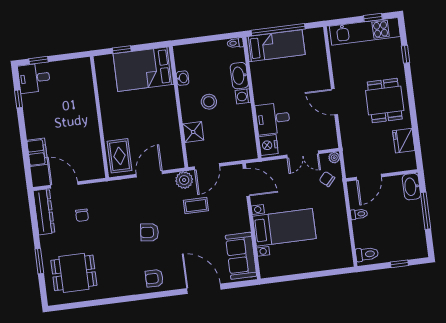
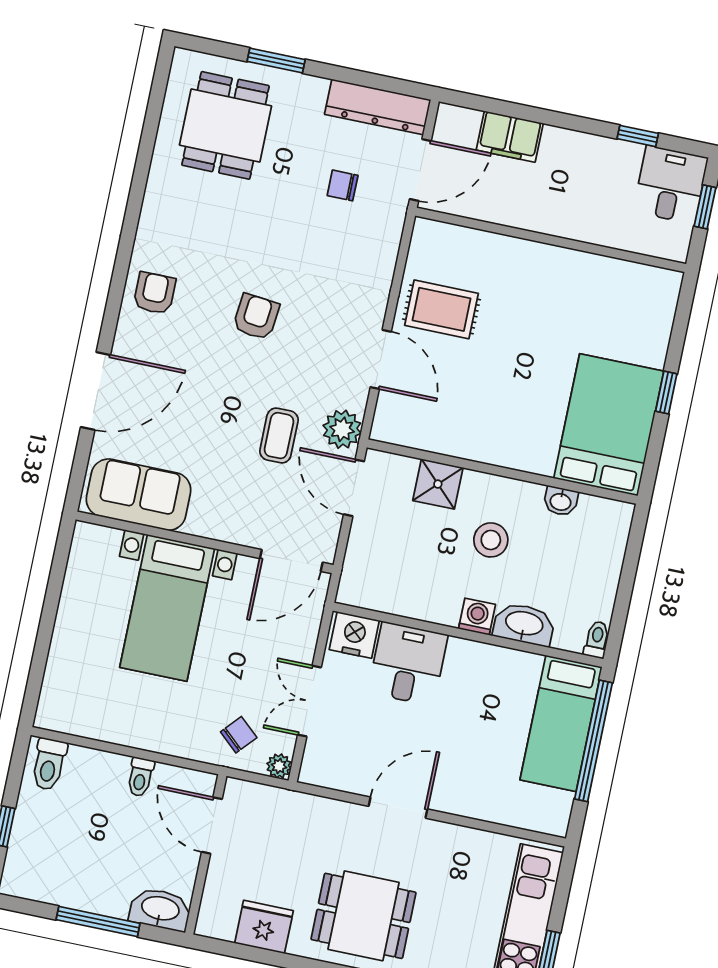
wall: (99, 117) -> (551, 240), moved

